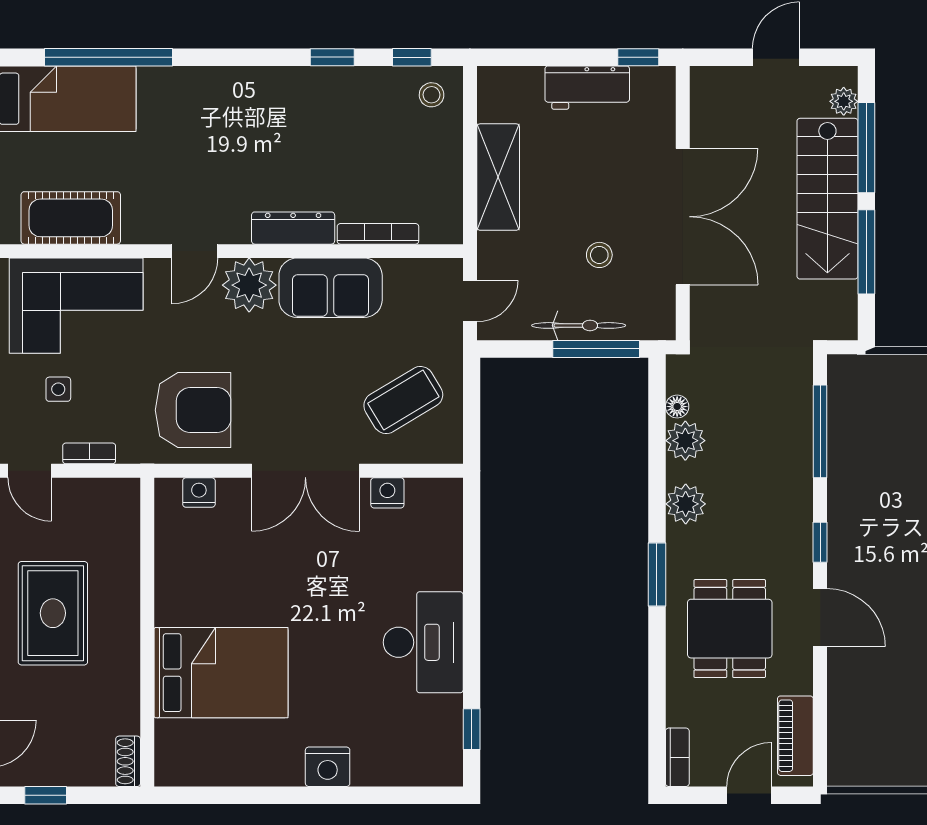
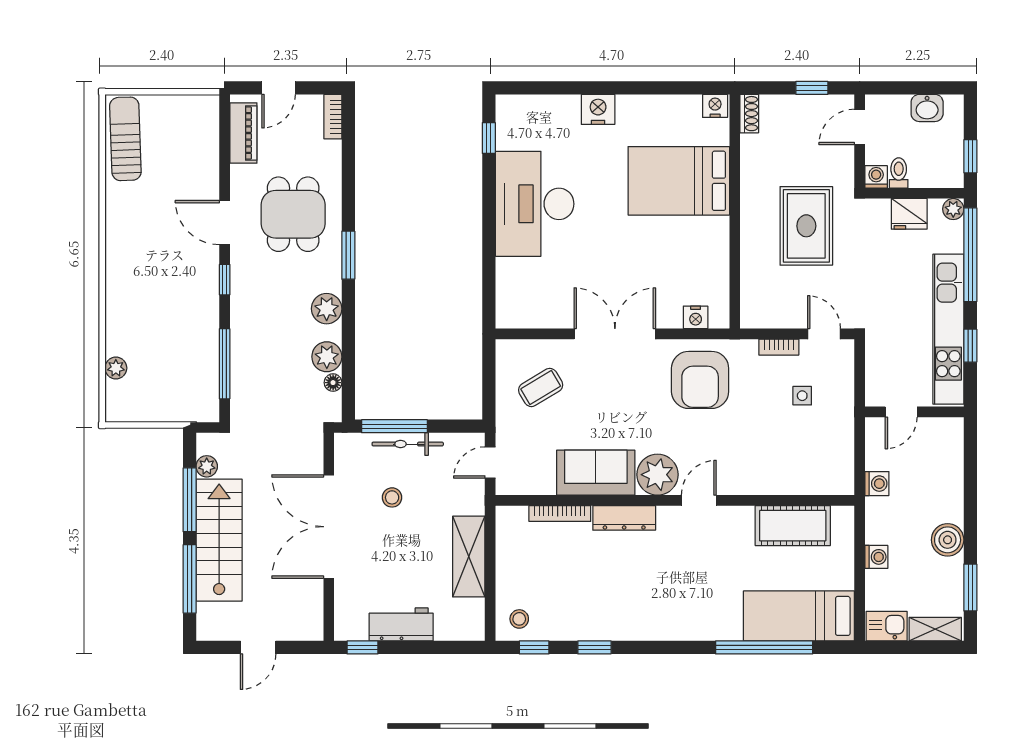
plant: (844, 101) -> (207, 466), moved
corner sofa: (76, 306) -> (789, 459), removed
coffee table: (403, 400) -> (541, 387), width x0.73, depth x0.77
armchair: (193, 410) -> (700, 380), turned -90
nightstand: (387, 493) -> (715, 106), moved, turned 180
desk: (423, 642) -> (535, 204), width x1.36, depth x1.30

